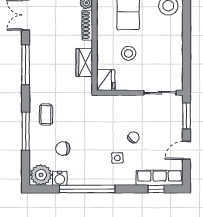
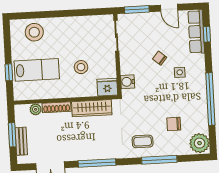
wardrobe: (84, 62) -> (92, 108), width x1.50
chair: (63, 149) -> (174, 124), turned 90
water cooler: (60, 178) -> (128, 82), moved, turned 180

